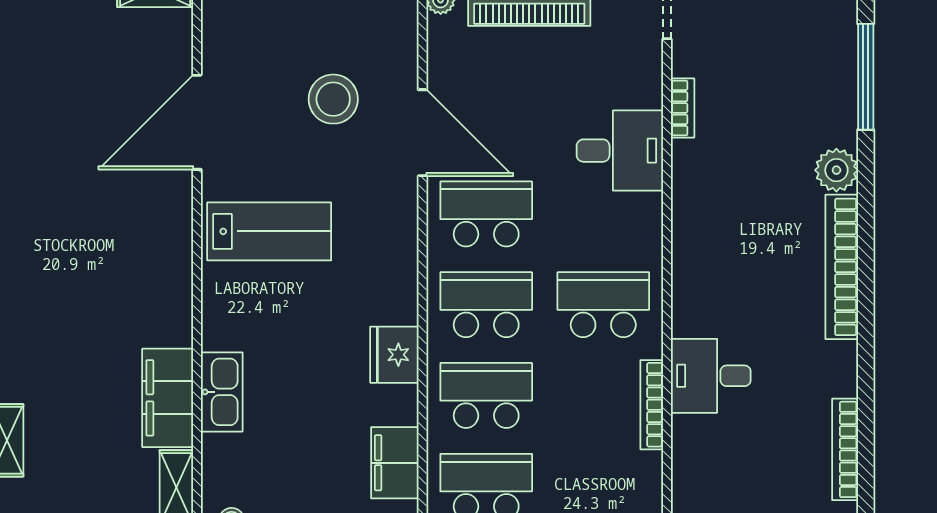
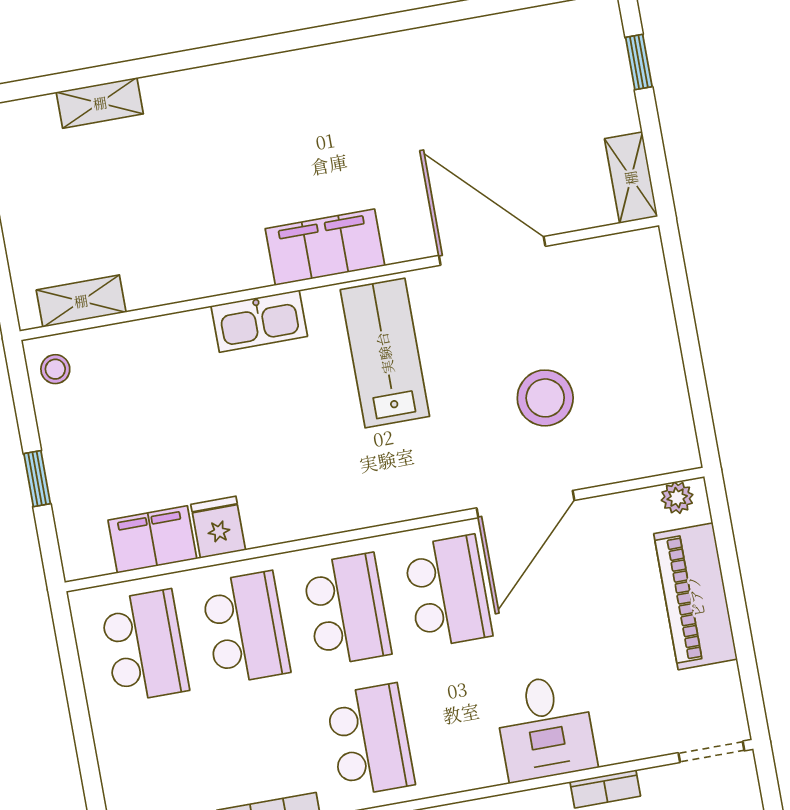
lab bench: (269, 231) -> (385, 353), turned 180
fridge: (394, 355) -> (218, 527), moved, width x0.72
kitchen sink: (222, 392) -> (259, 321), moved
filing cabinet: (168, 398) -> (325, 247), moved

